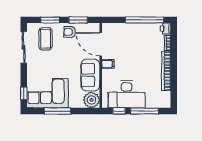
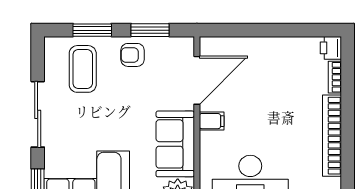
window: (145, 20) -> (287, 30), removed
door: (101, 44) -> (197, 80), swing flipped
sliding door: (24, 47) -> (38, 114), moved

